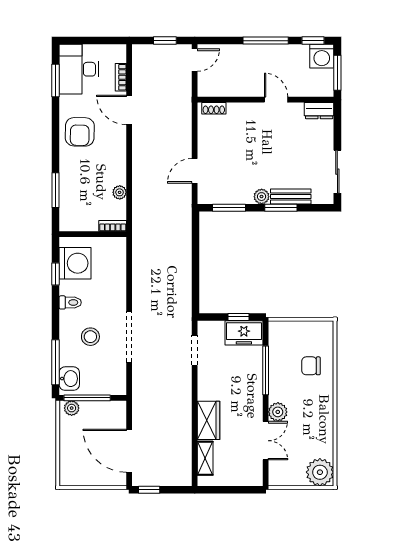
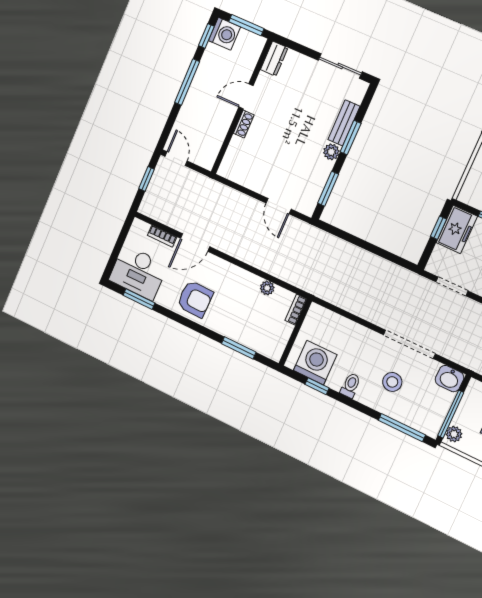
shoe rack: (214, 108) -> (244, 124), moved
washbasin: (69, 379) -> (449, 379), moved, turned 180

